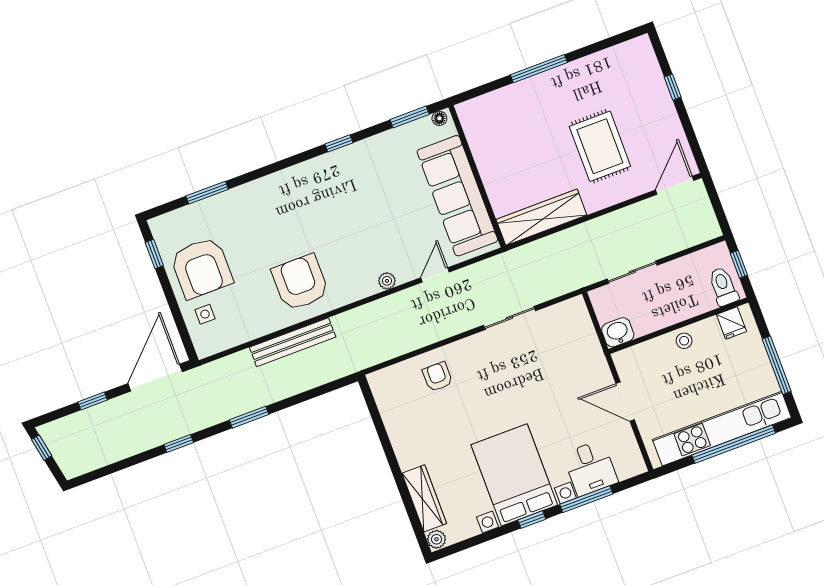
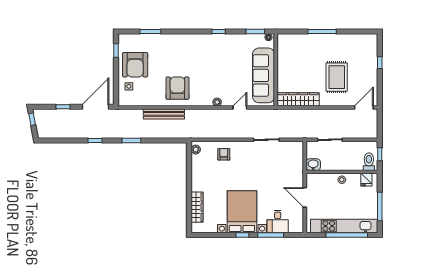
plant: (436, 539) -> (196, 150), moved

